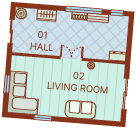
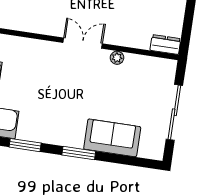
sofa: (80, 110) -> (112, 138), moved
window: (73, 120) -> (79, 153), added

